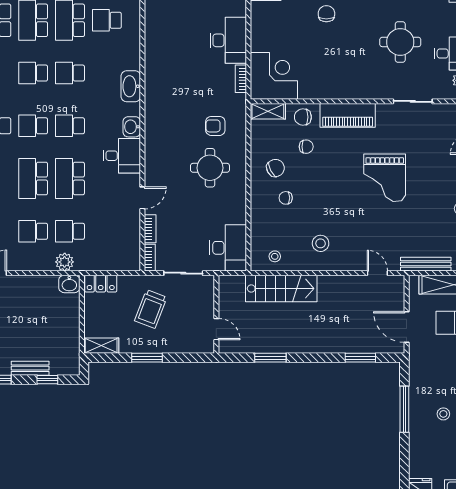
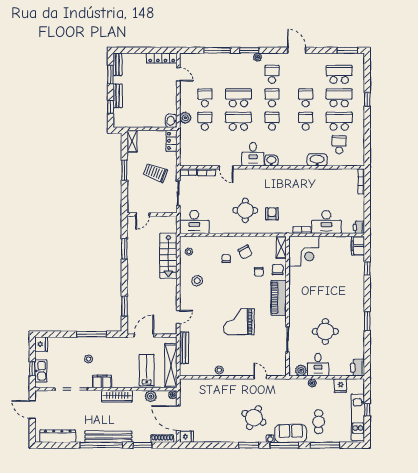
chair: (326, 14) -> (343, 285), removed
washbasin: (131, 86) -> (317, 160), moved

